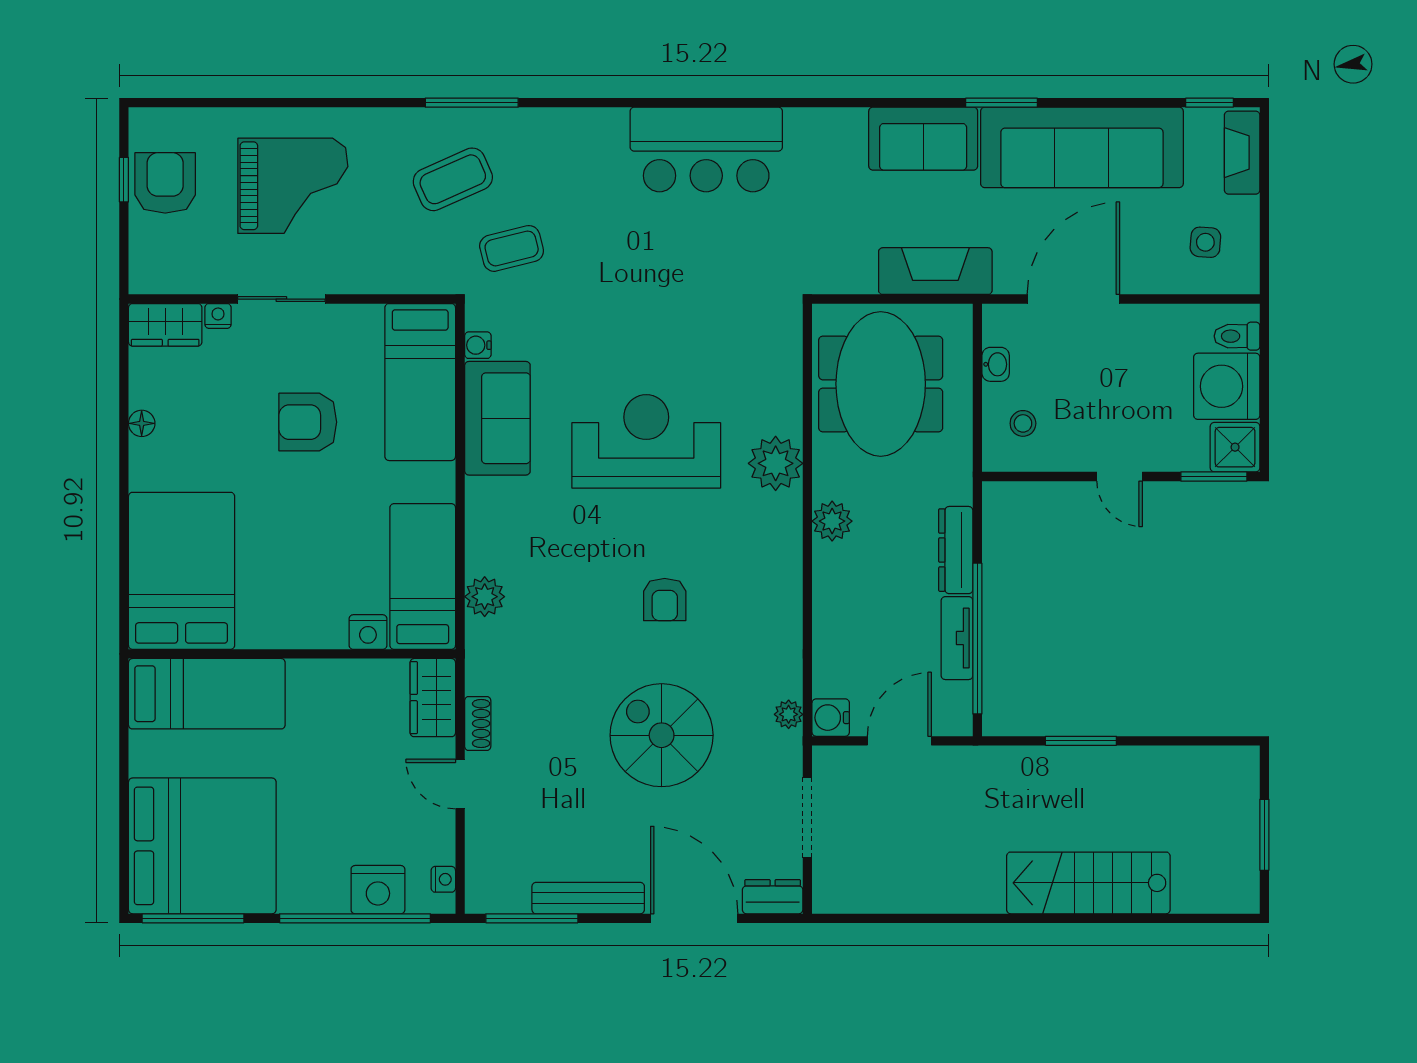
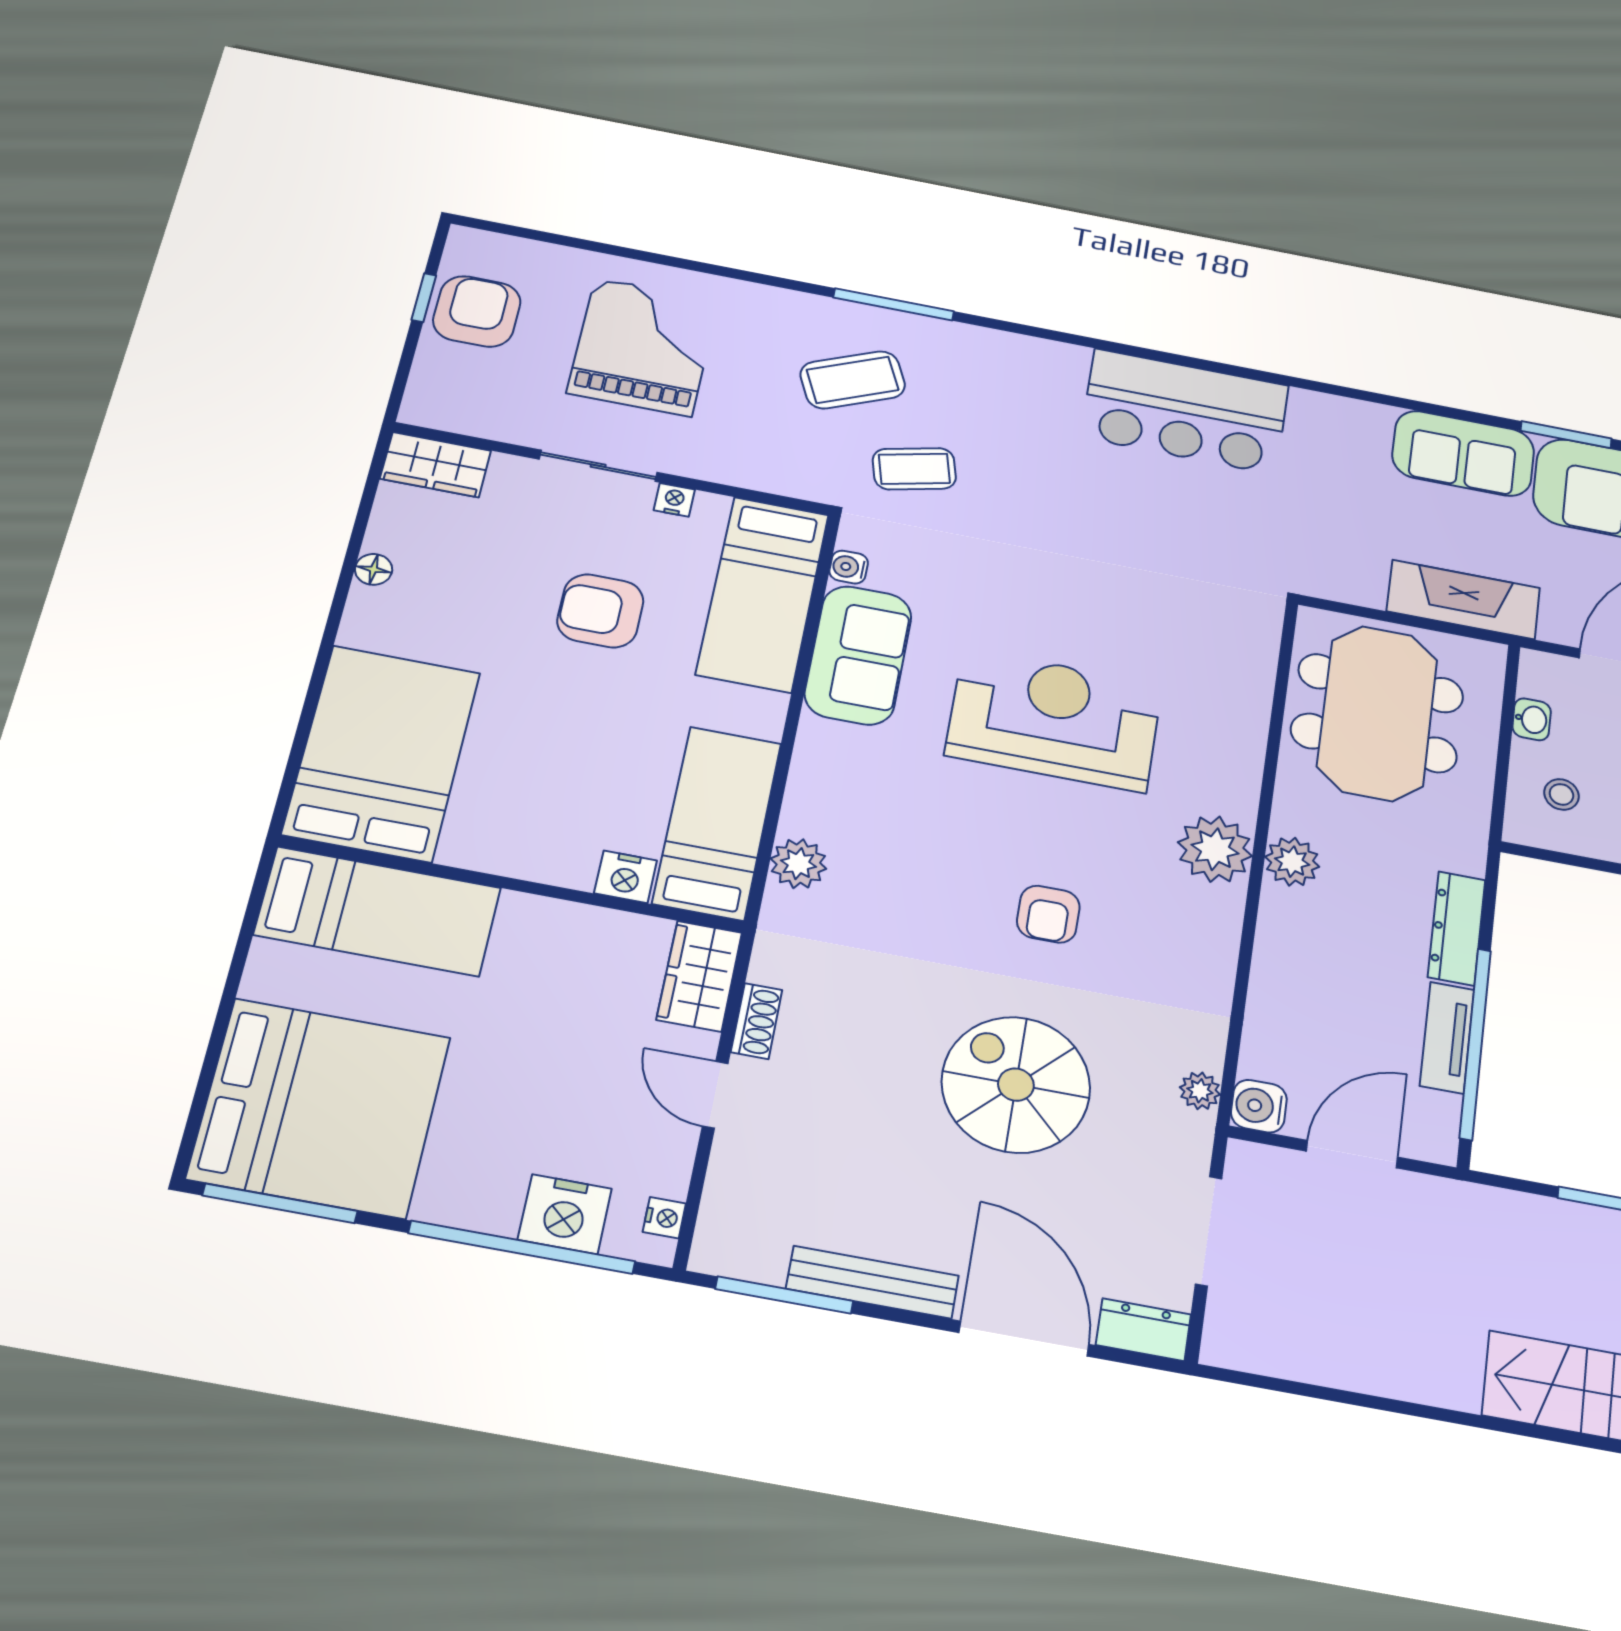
grand piano: (293, 186) -> (643, 347), turned -90
nightstand: (218, 316) -> (674, 500), moved
plant: (776, 463) -> (1215, 849), moved

